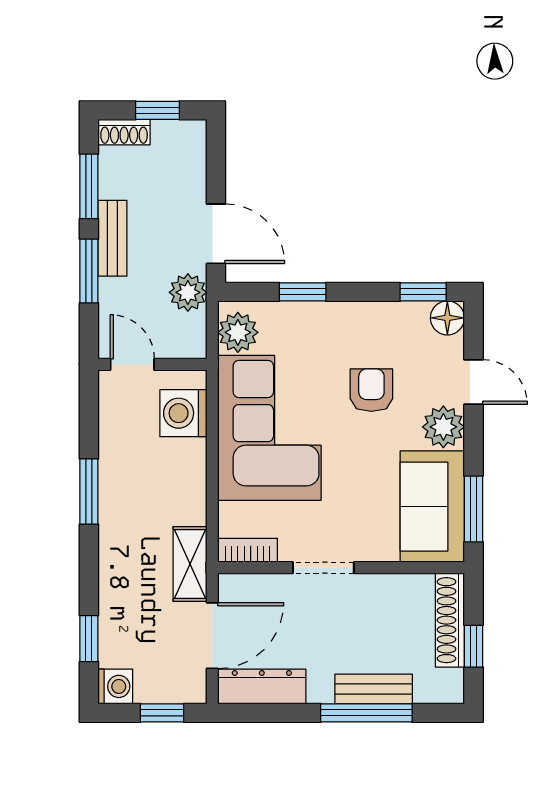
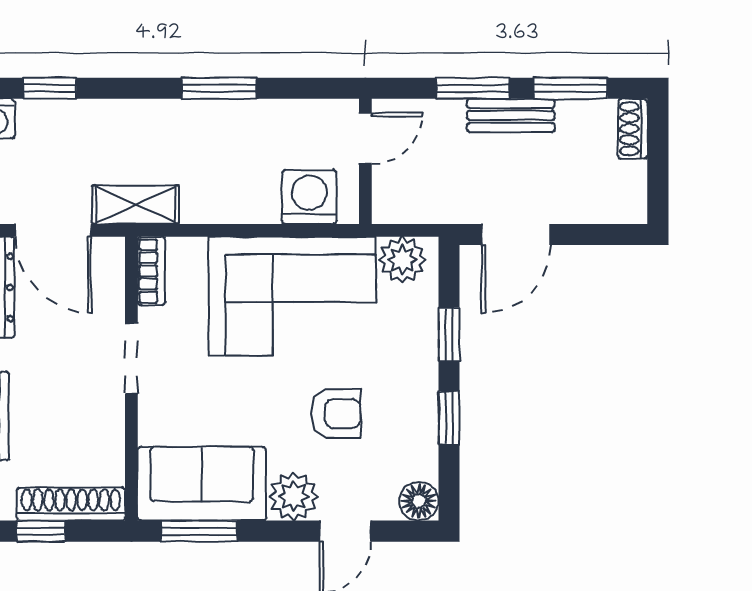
window: (157, 110) -> (658, 167), removed
plant: (188, 292) -> (448, 202), removed
window: (423, 292) -> (449, 418), moved

